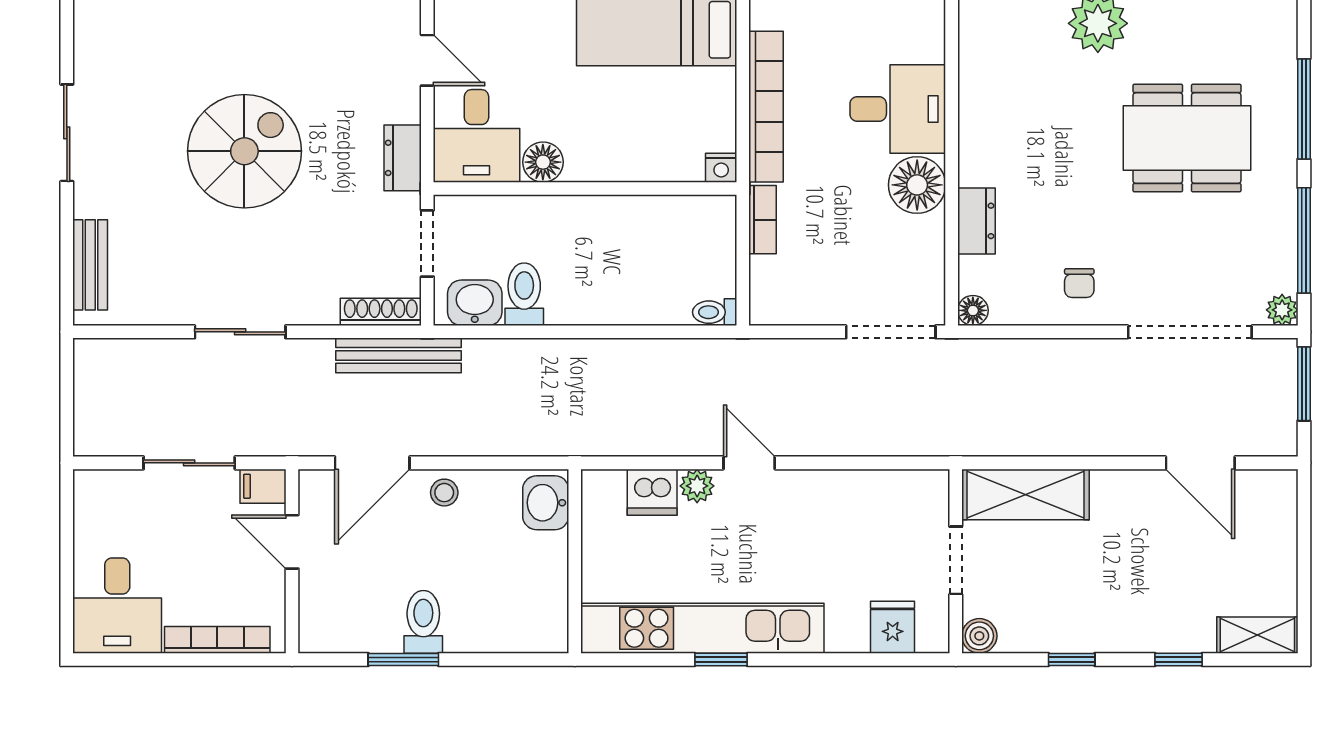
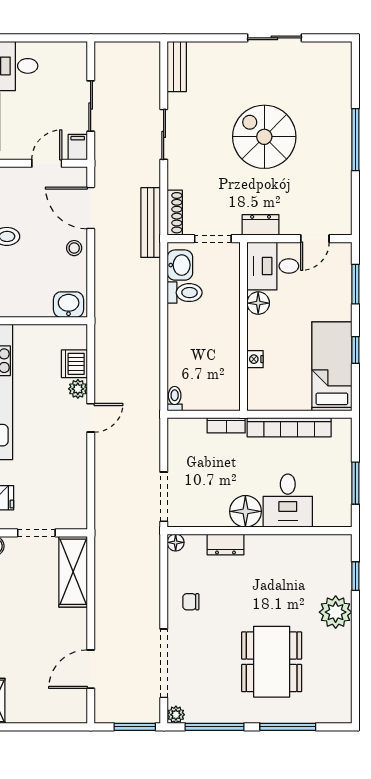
spiral stairs: (244, 151) -> (264, 137), turned 180
nightstand: (721, 168) -> (255, 359), moved
bench: (90, 265) -> (177, 66), moved, turned 90

